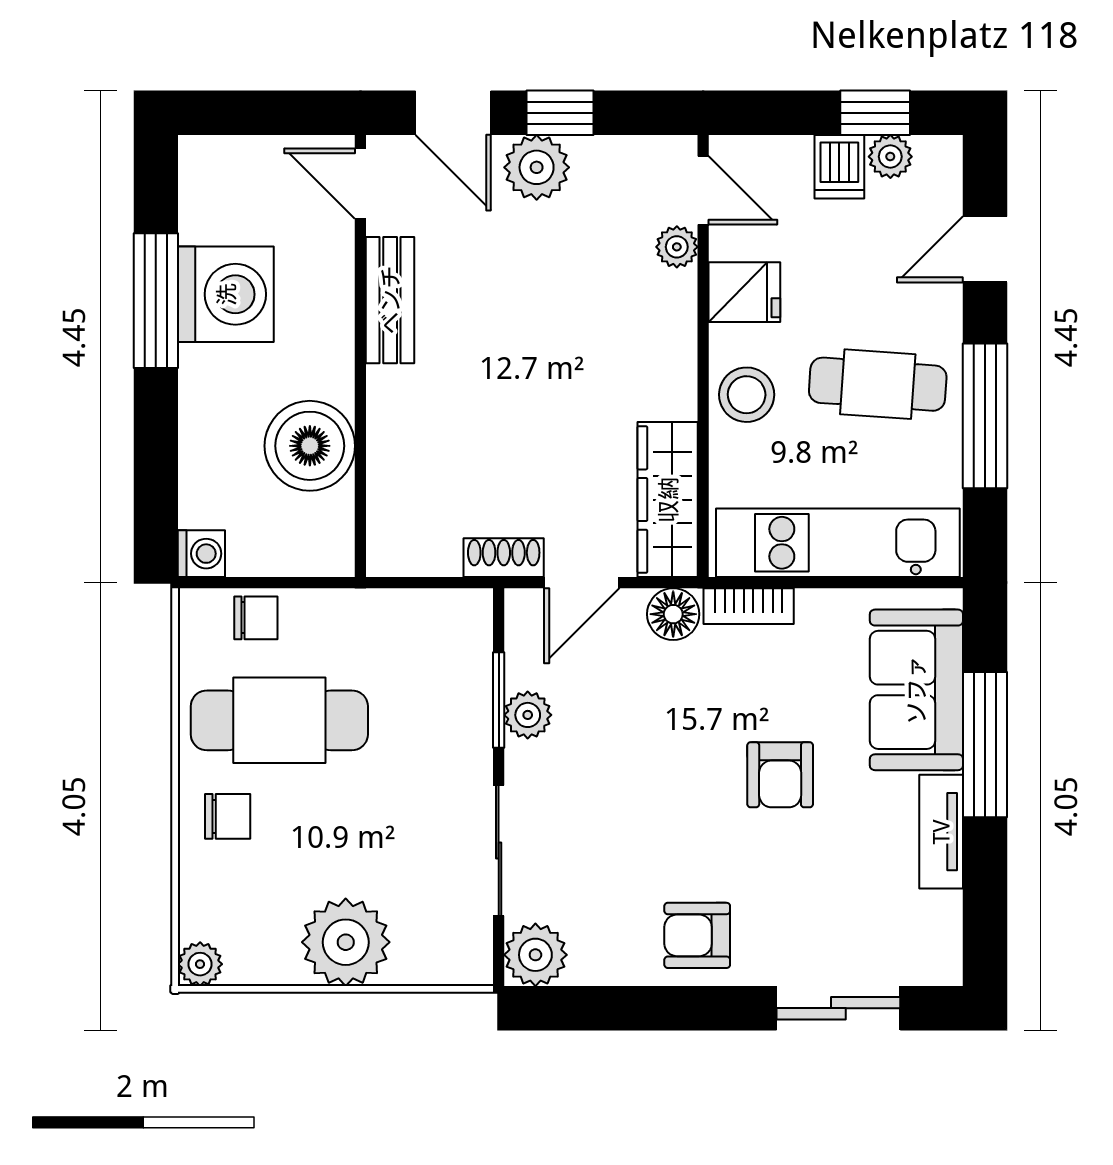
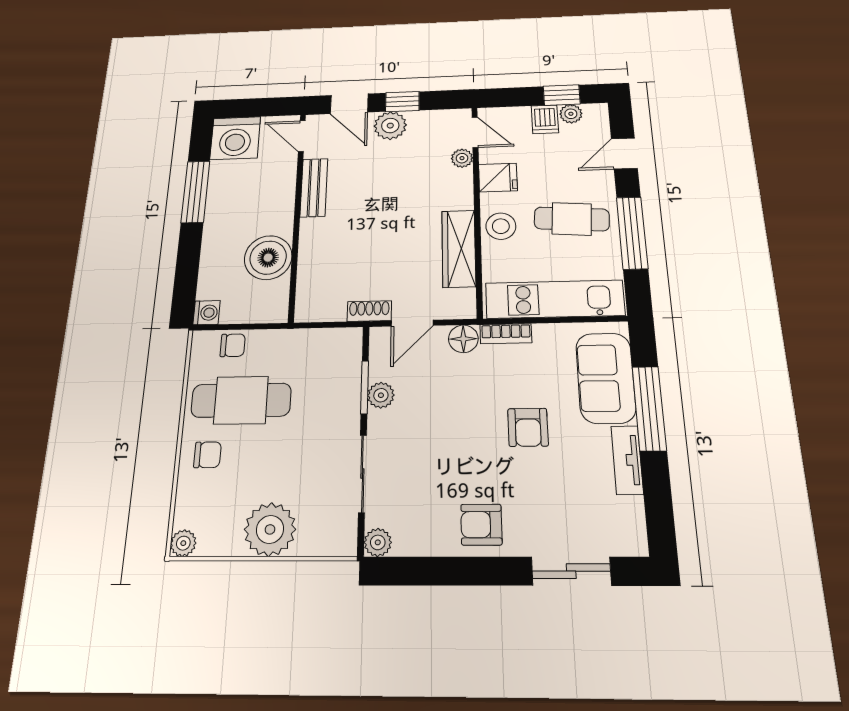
washing machine: (226, 294) -> (235, 138), moved, turned 90
wardrobe: (668, 500) -> (459, 249), moved
plant: (535, 955) -> (378, 542), width x0.73, depth x0.73

